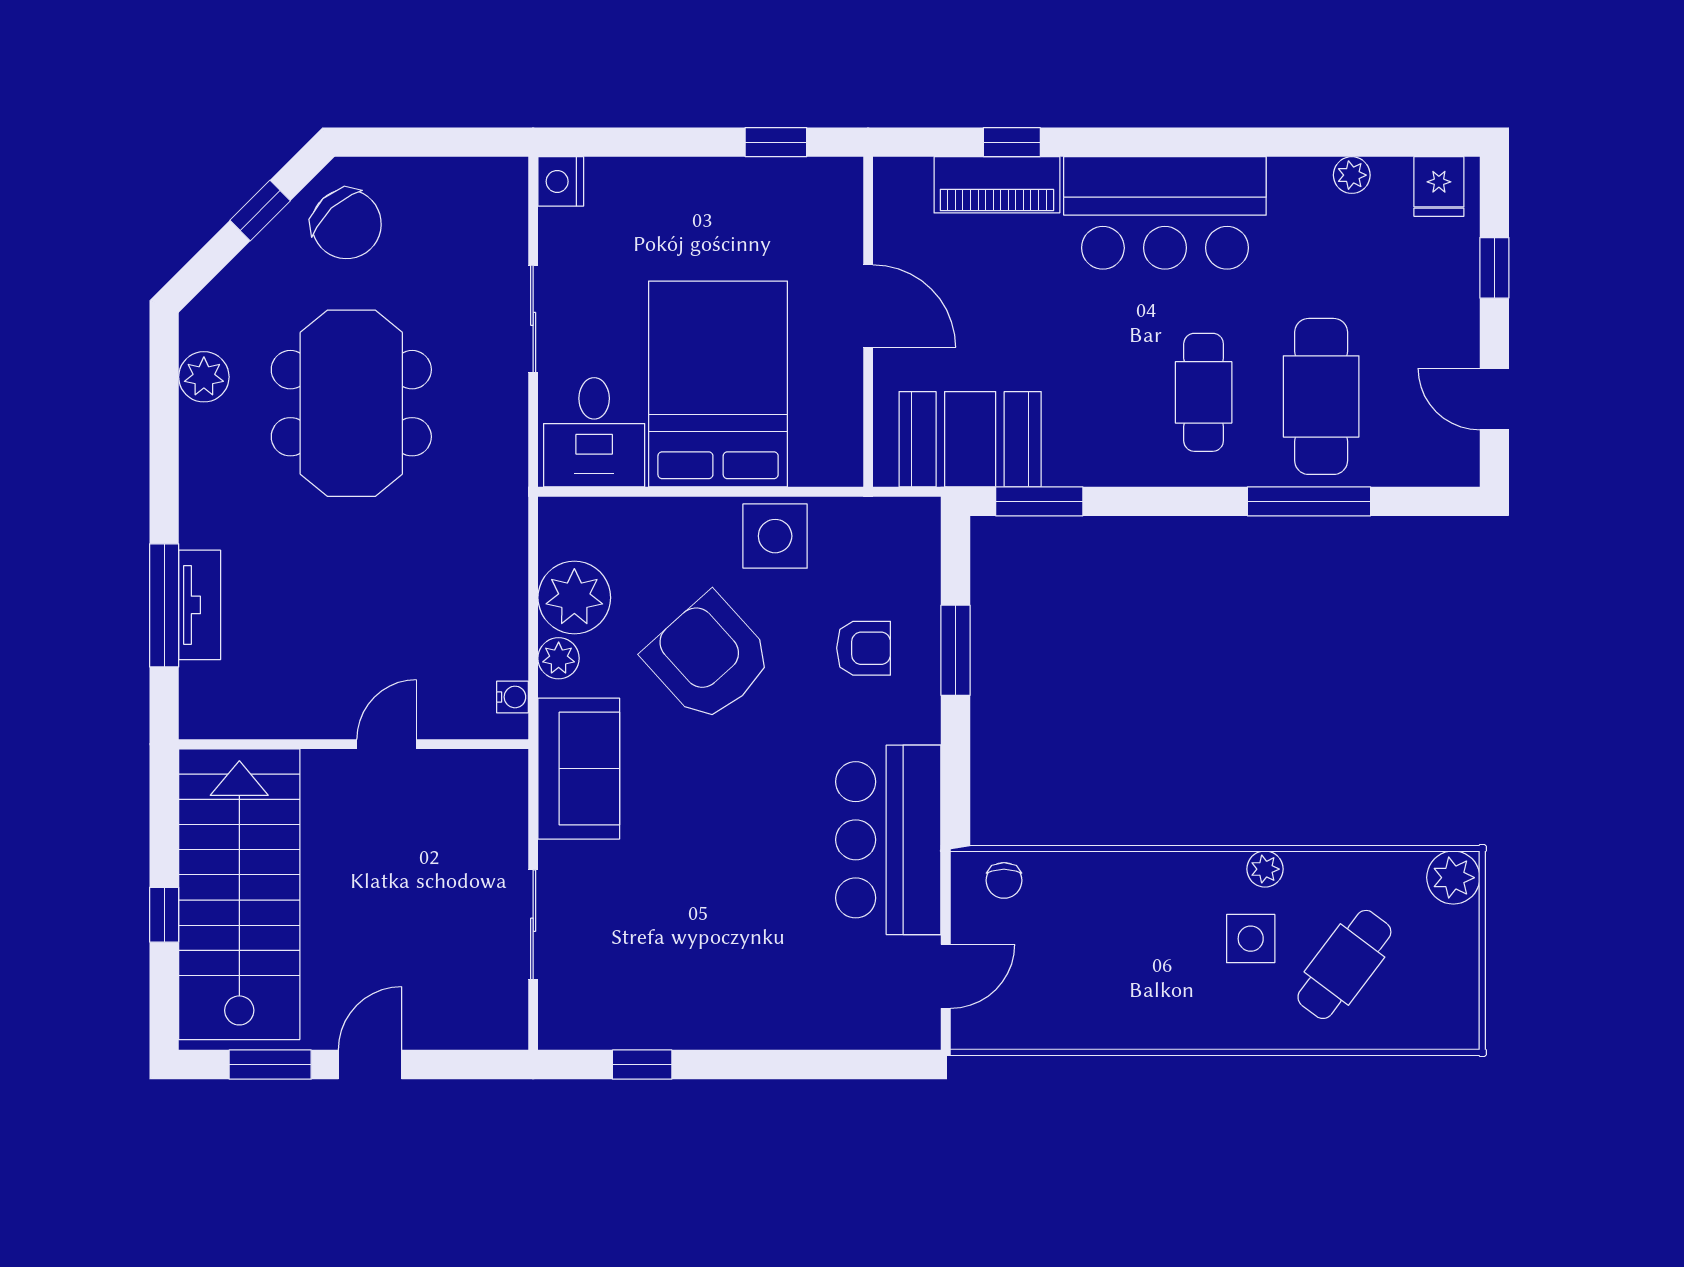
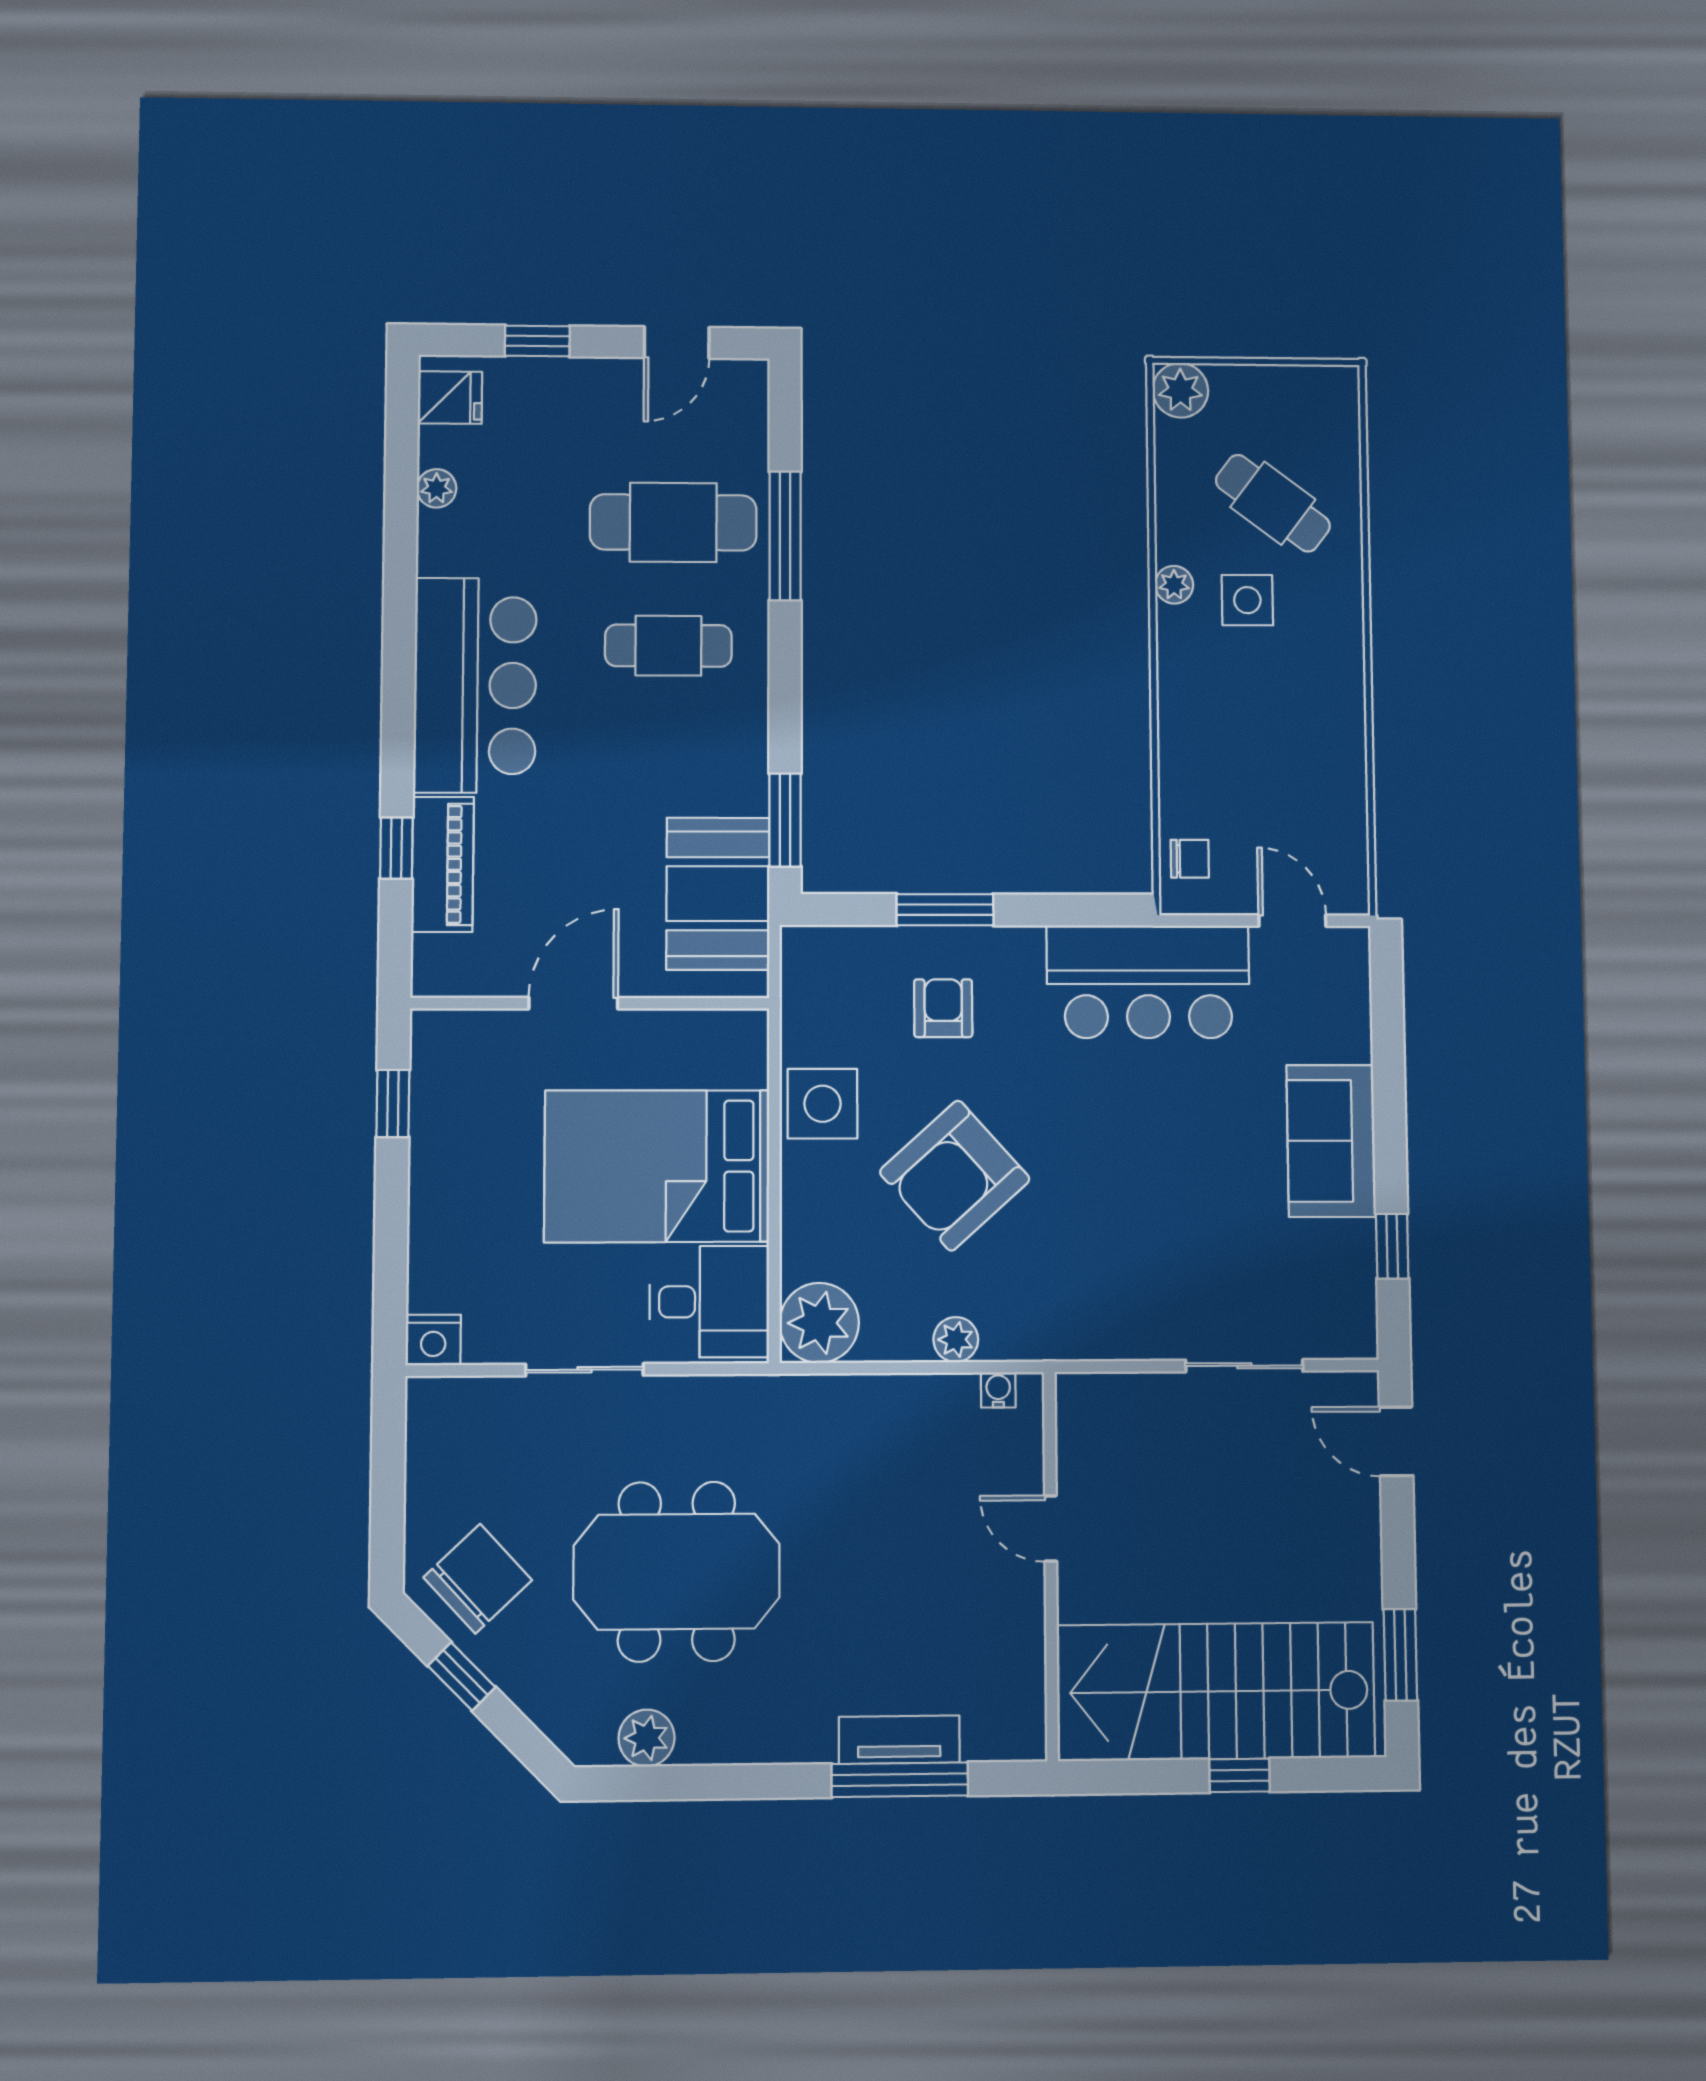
plant: (574, 598) -> (819, 1323), moved
sofa: (579, 769) -> (1331, 1141), moved, turned -90
door: (370, 1065) -> (1396, 1441), moved

